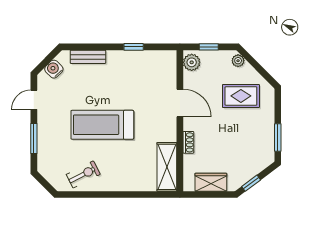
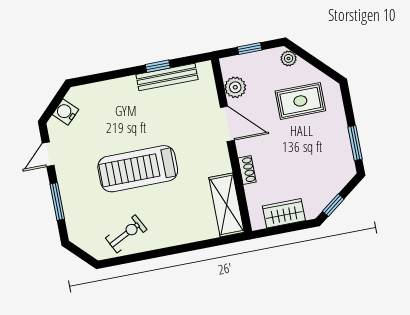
bench: (88, 57) -> (167, 77), moved, width x1.36
plant: (192, 62) -> (235, 87), moved

